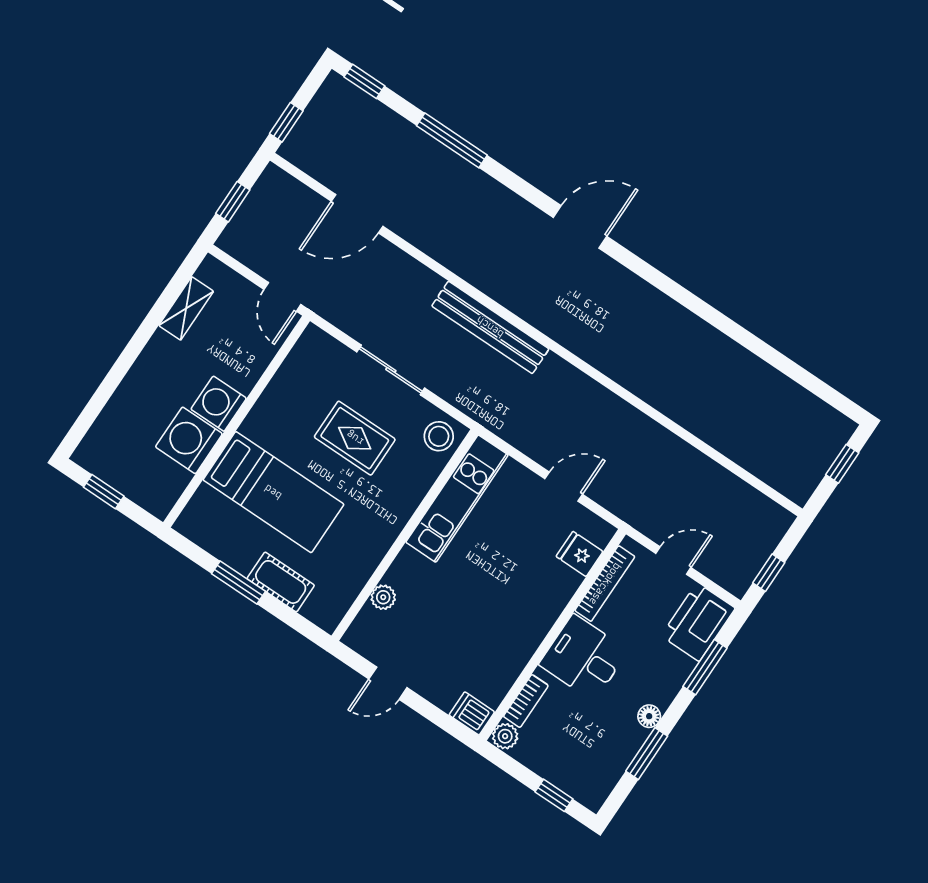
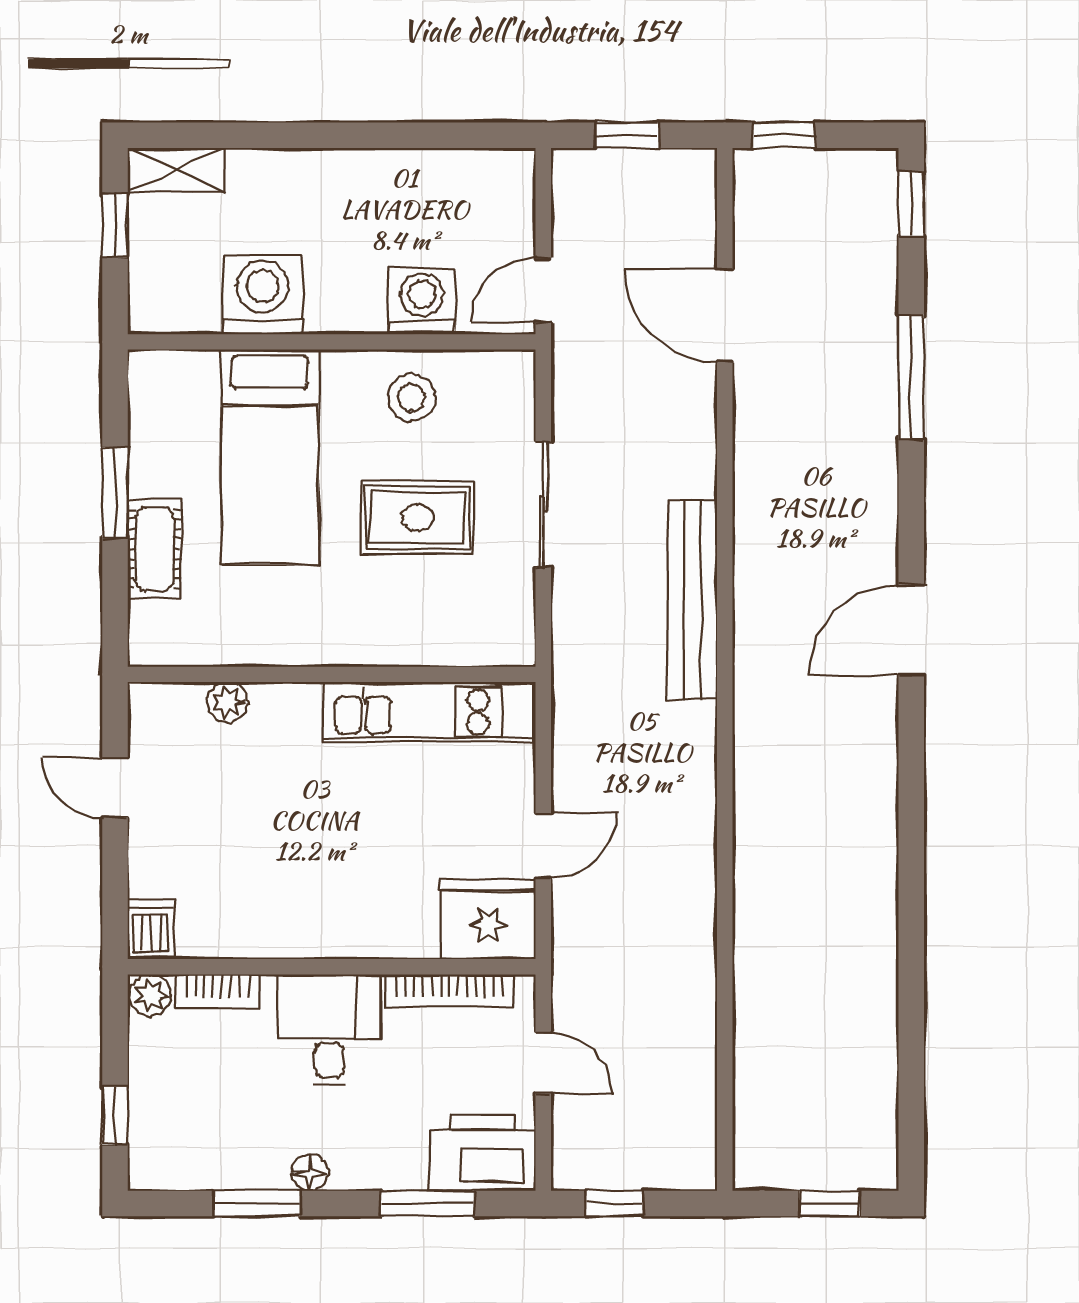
door: (580, 227) -> (911, 630), swing flipped
shelving: (186, 308) -> (176, 170), moved
washing machine: (219, 404) -> (422, 301), moved
stool: (439, 436) -> (411, 398), moved
rug: (355, 438) -> (418, 518), turned 90
door: (564, 487) -> (543, 846), hinge flipped
fridge: (580, 554) -> (488, 919), width x1.88, depth x1.34

